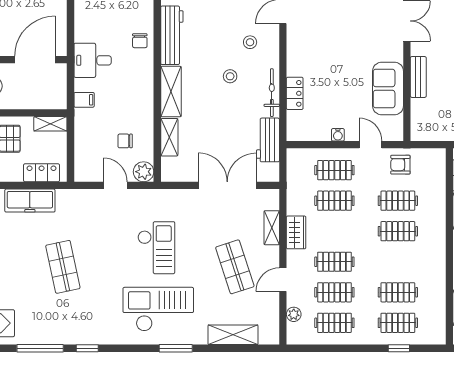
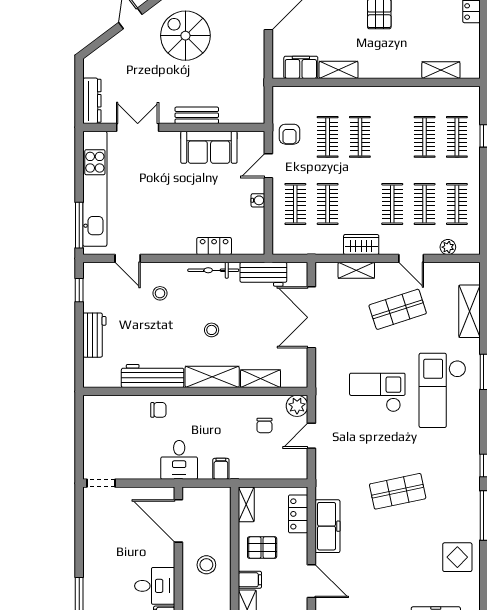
stool: (230, 76) -> (212, 330), moved

